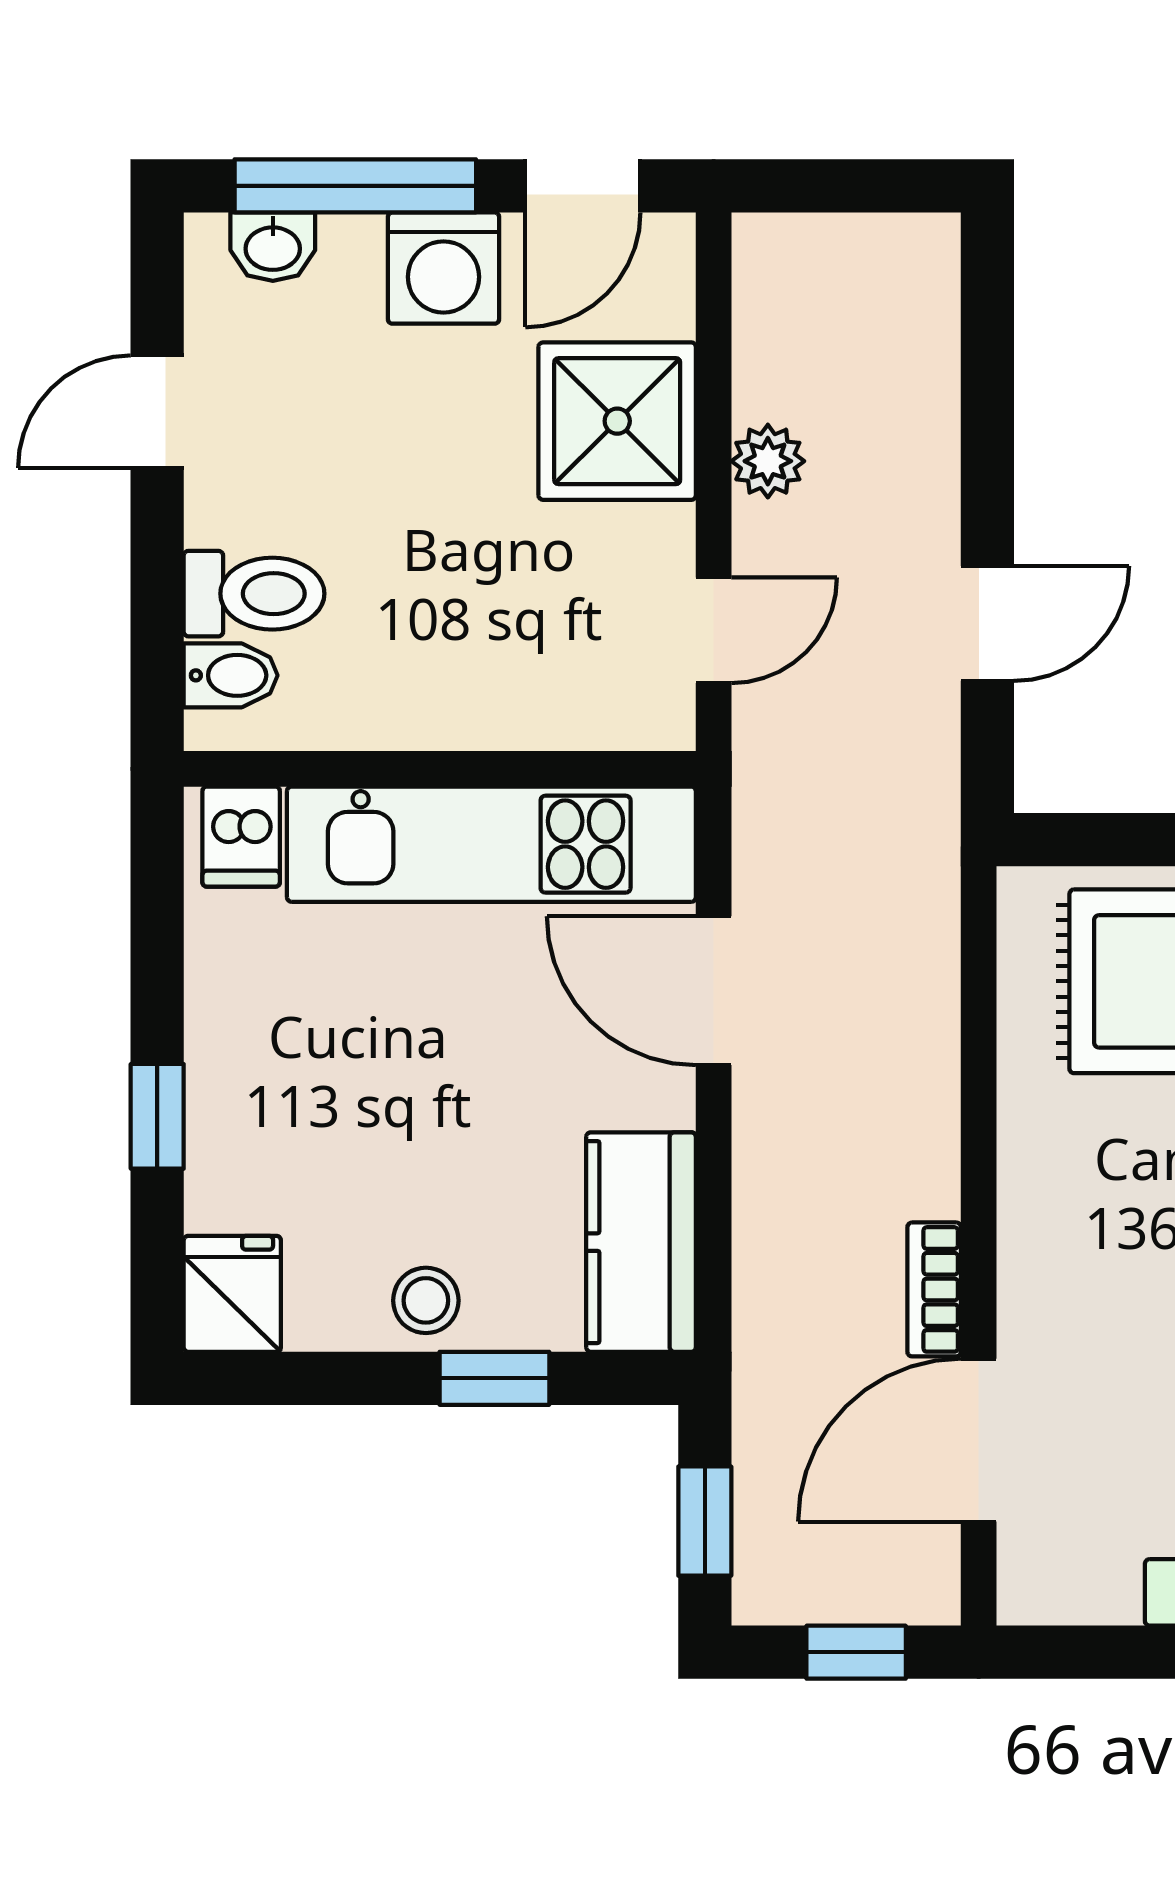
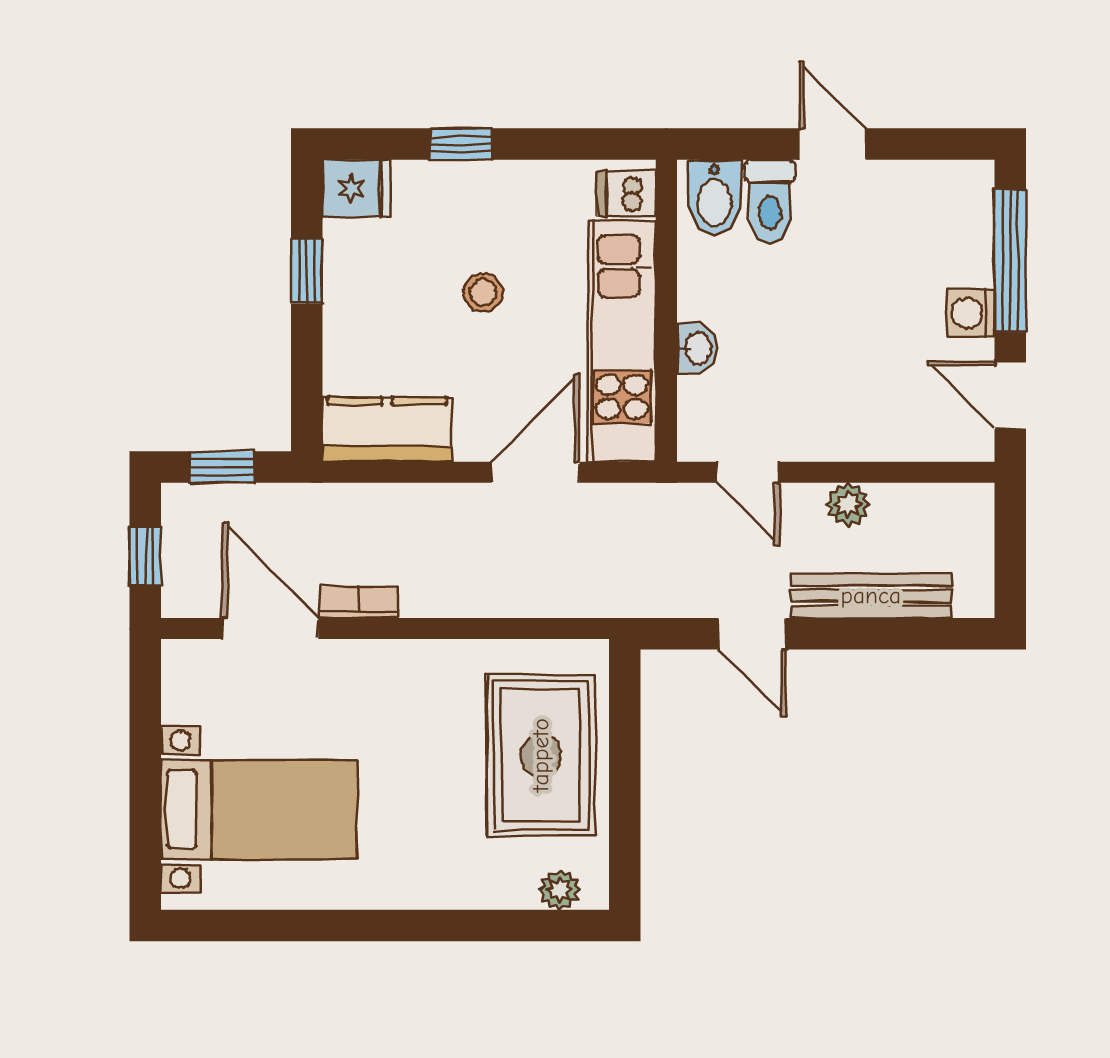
washbasin: (273, 247) -> (697, 348), moved, turned 180
washing machine: (443, 268) -> (971, 313), width x0.73, depth x0.73
door: (157, 412) -> (832, 144), moved
shower: (617, 421) -> (872, 415), removed
bench: (923, 422) -> (871, 596), added
bidet: (231, 675) -> (714, 197), width x1.38, depth x1.36
stool: (426, 1300) -> (483, 292), moved
window: (494, 1378) -> (307, 271), moved

